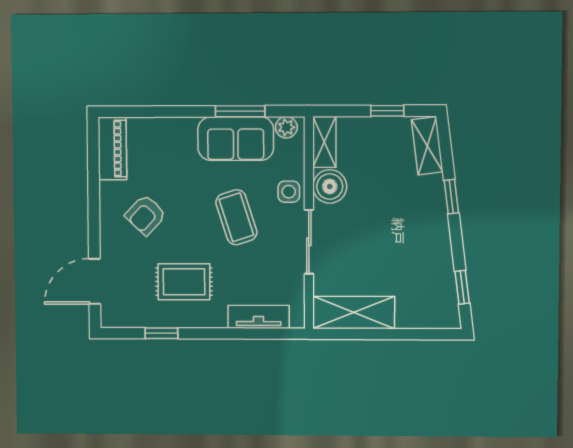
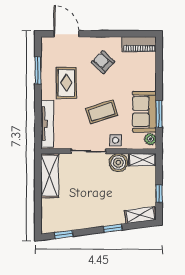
tv unit: (259, 317) -> (47, 124), width x1.41
window: (161, 333) -> (38, 70), width x1.50

